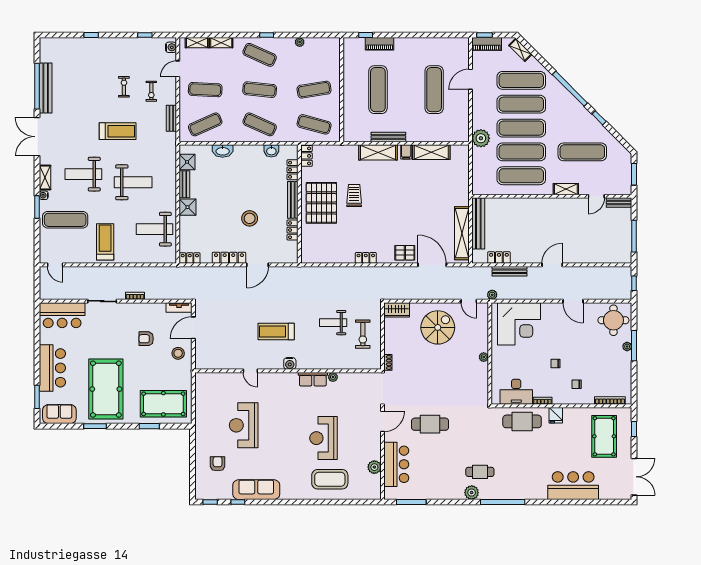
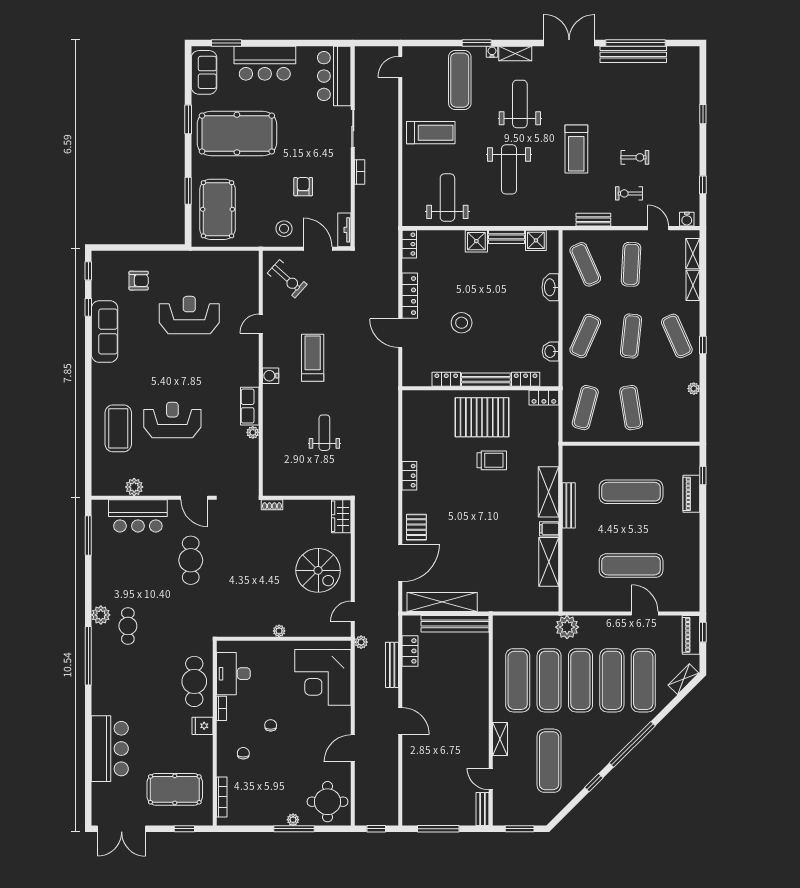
exercise mat: (260, 55) -> (677, 336), turned -48
exercise bike: (363, 334) -> (287, 279), moved, turned -138

